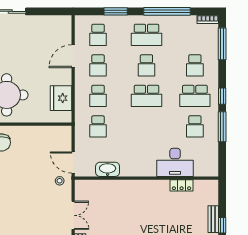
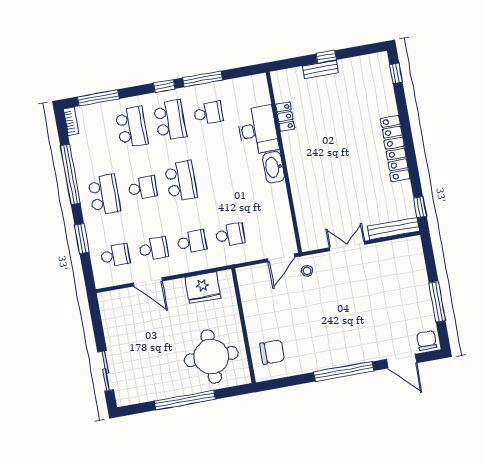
school desk: (195, 65) -> (132, 127), width x1.85
washbasin: (108, 169) -> (274, 167), moved

